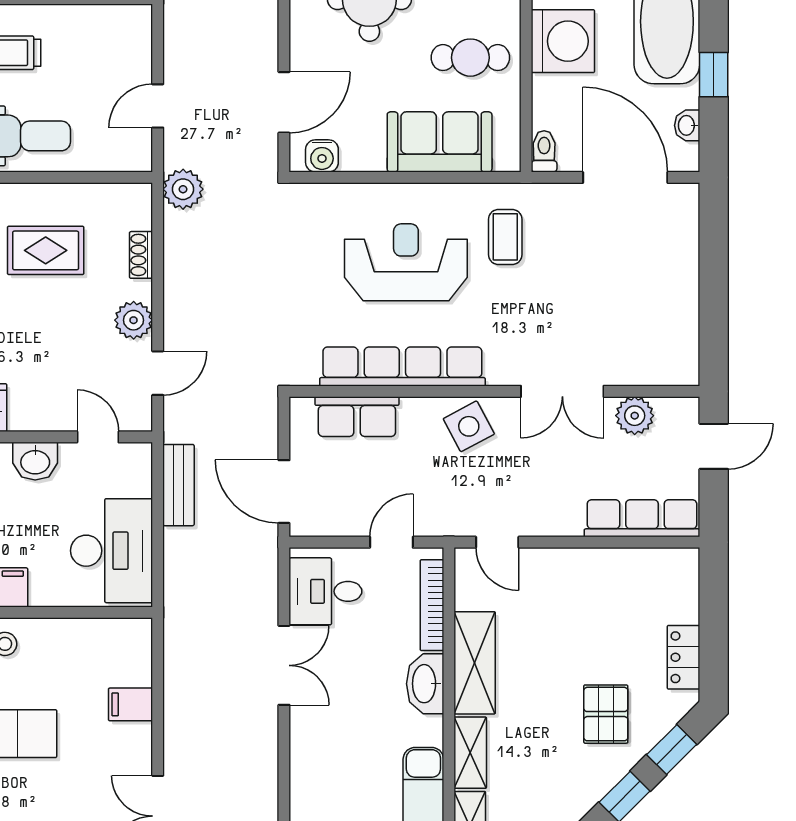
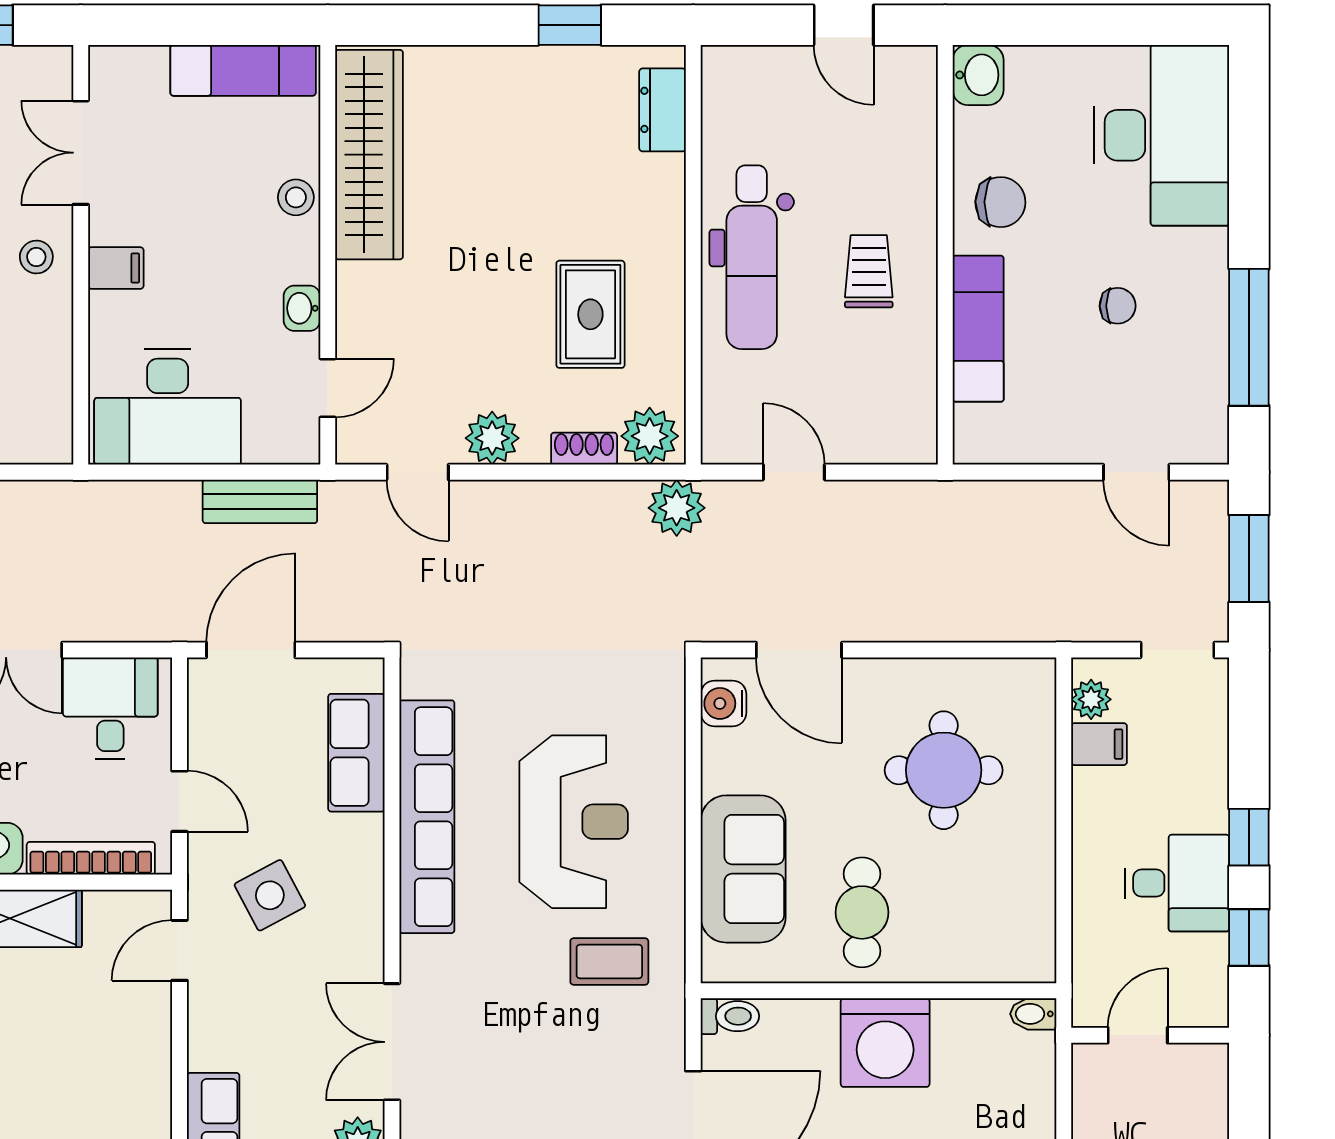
plant: (132, 208) -> (650, 436), added
side table: (469, 426) -> (270, 895), moved
washbasin: (35, 461) -> (302, 308), width x0.72, depth x0.69

